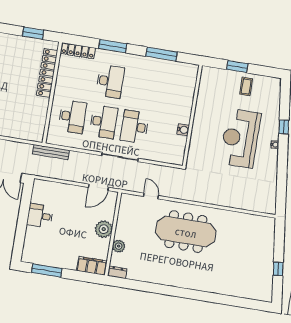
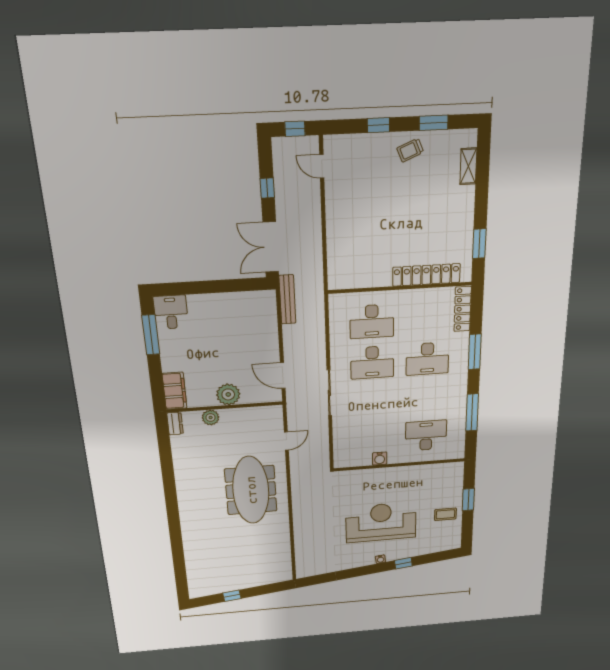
desk: (135, 127) -> (426, 435), moved
bench: (51, 152) -> (287, 299), moved
desk: (40, 216) -> (171, 312), moved

